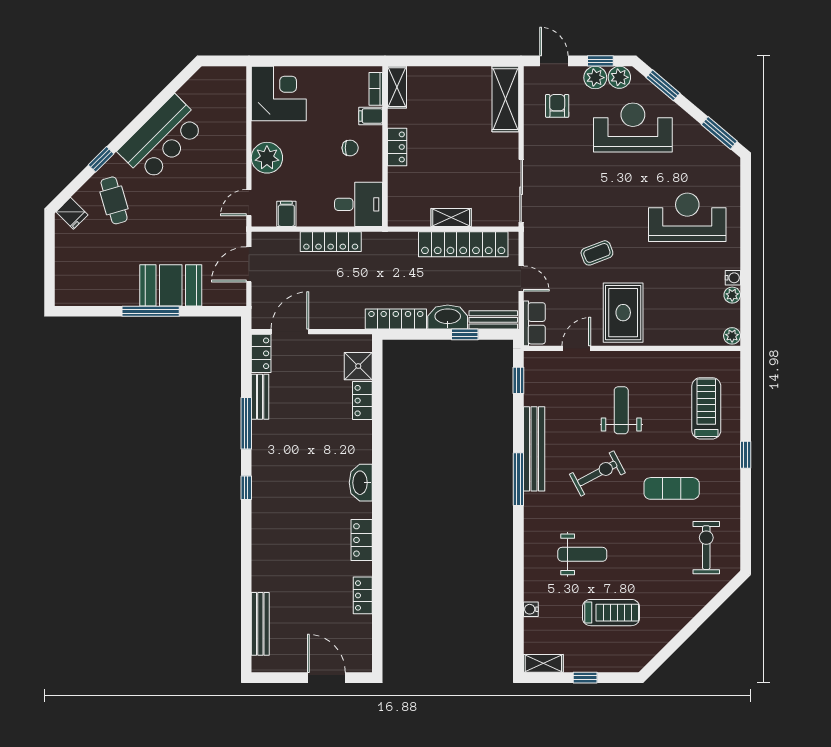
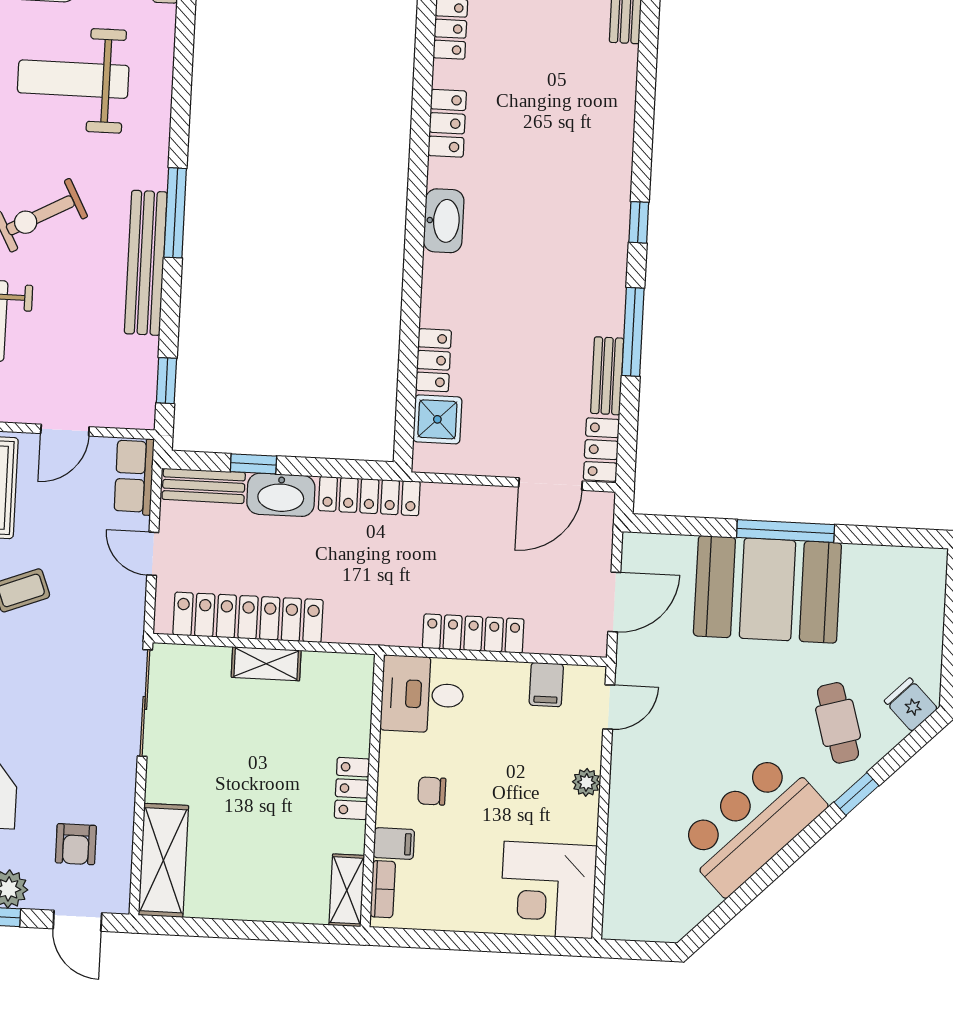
plant: (267, 158) -> (586, 782), width x0.53, depth x0.53
booth: (171, 285) -> (767, 589), width x1.36, depth x1.42
weight bench: (582, 554) -> (73, 79), width x1.36, depth x1.33

